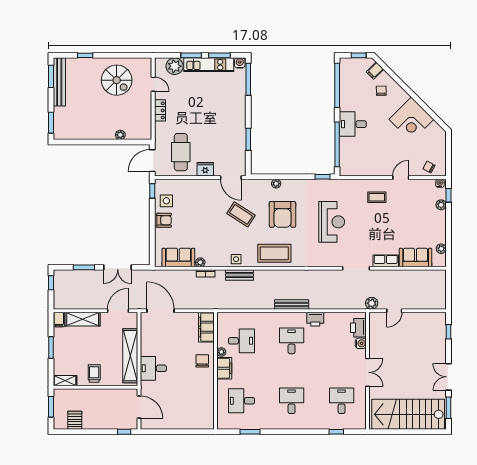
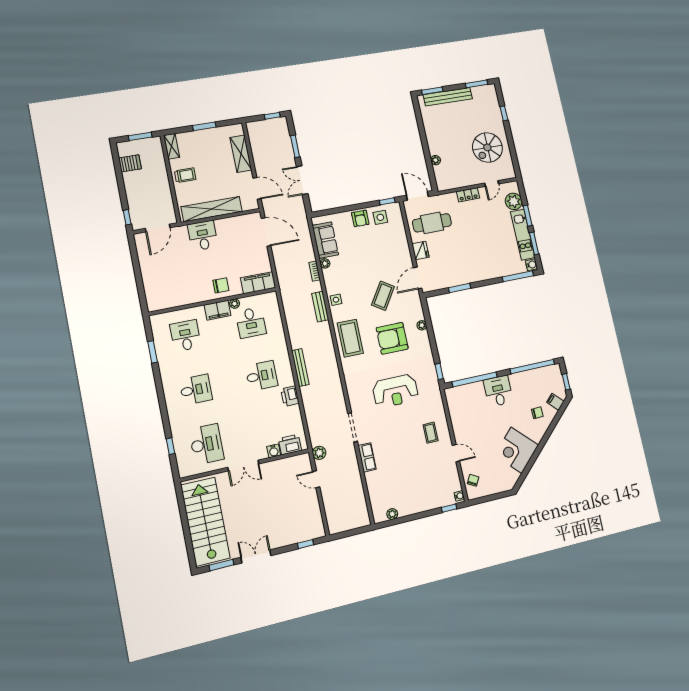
bench: (59, 82) -> (448, 97), moved
plant: (441, 205) -> (438, 503), removed
sofa: (416, 257) -> (377, 489), removed
door: (161, 311) -> (266, 232), hinge flipped
filing cabinet: (59, 319) -> (236, 130), removed
desk: (342, 401) -> (206, 444), width x1.37

